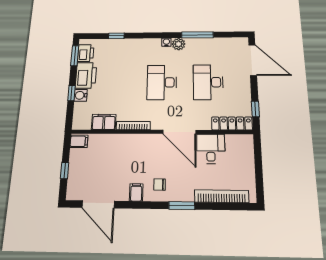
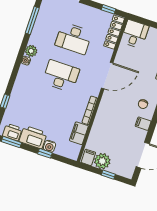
window: (197, 35) -> (32, 20), moved
desk: (162, 82) -> (61, 76), turned 180
desk: (211, 149) -> (135, 34), moved, turned 90
plant: (79, 158) -> (102, 161), added

